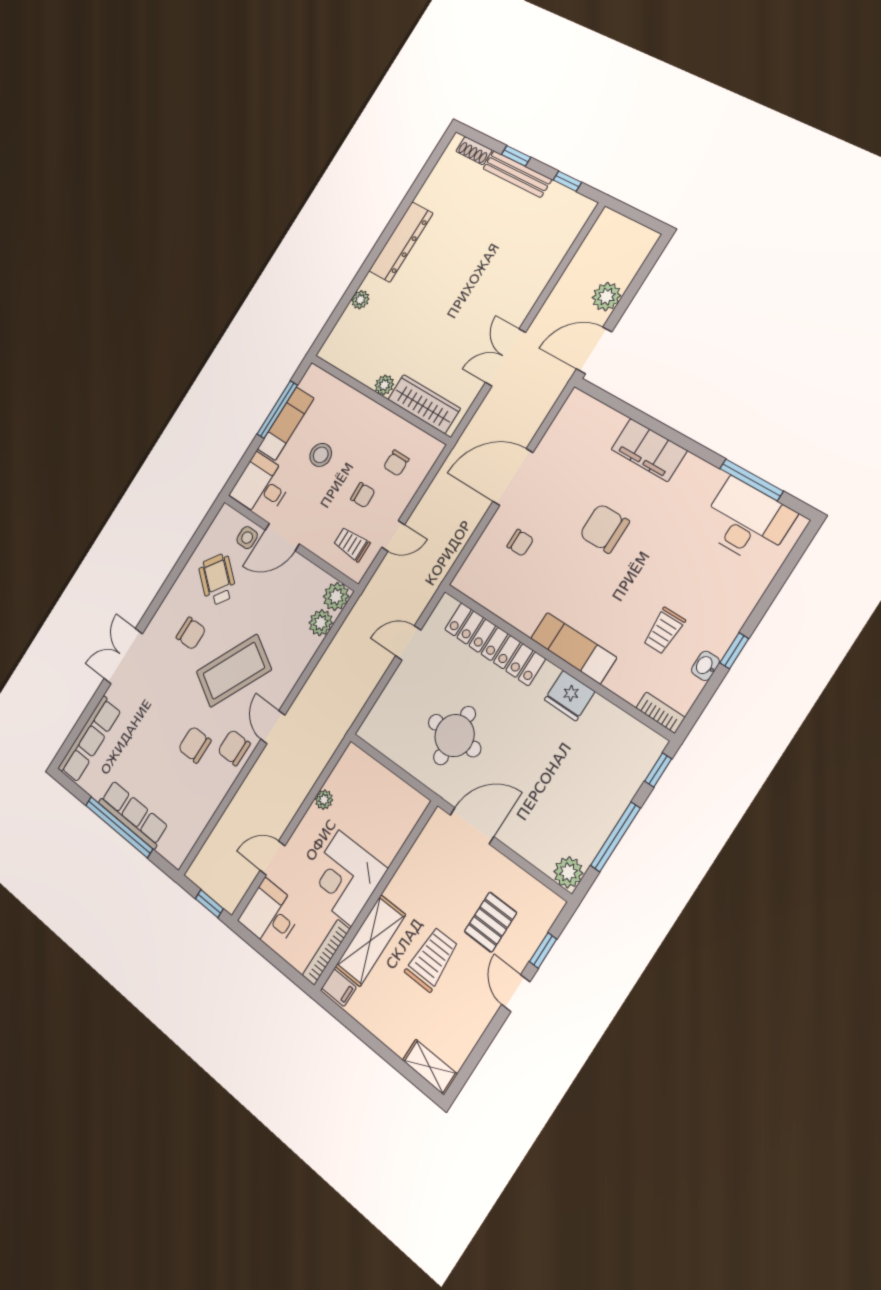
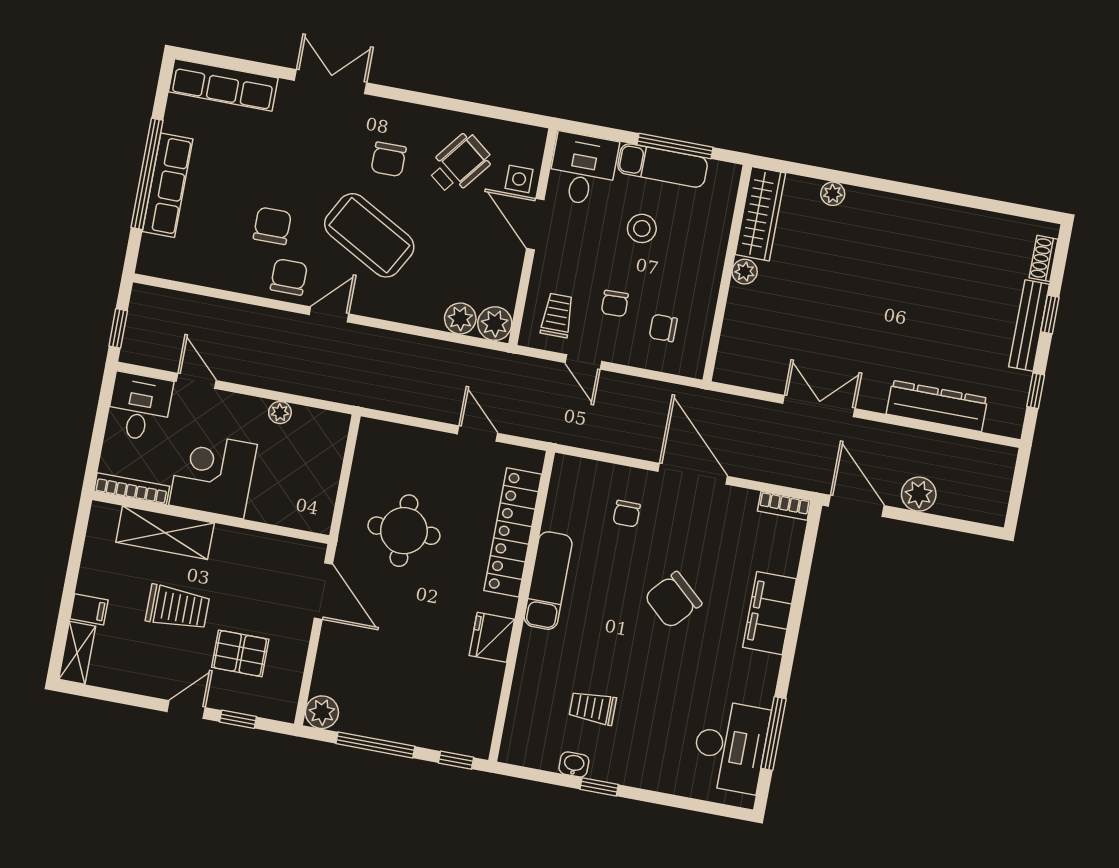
dresser: (401, 242) -> (937, 406), moved, turned 180
wardrobe: (424, 404) -> (760, 214), moved
chair: (604, 528) -> (673, 600), turned -138
exam couch: (573, 648) -> (548, 581), moved
bookcase: (660, 713) -> (784, 506), moved, turned 90
filing cabinet: (339, 988) -> (89, 609), moved, turned -90

